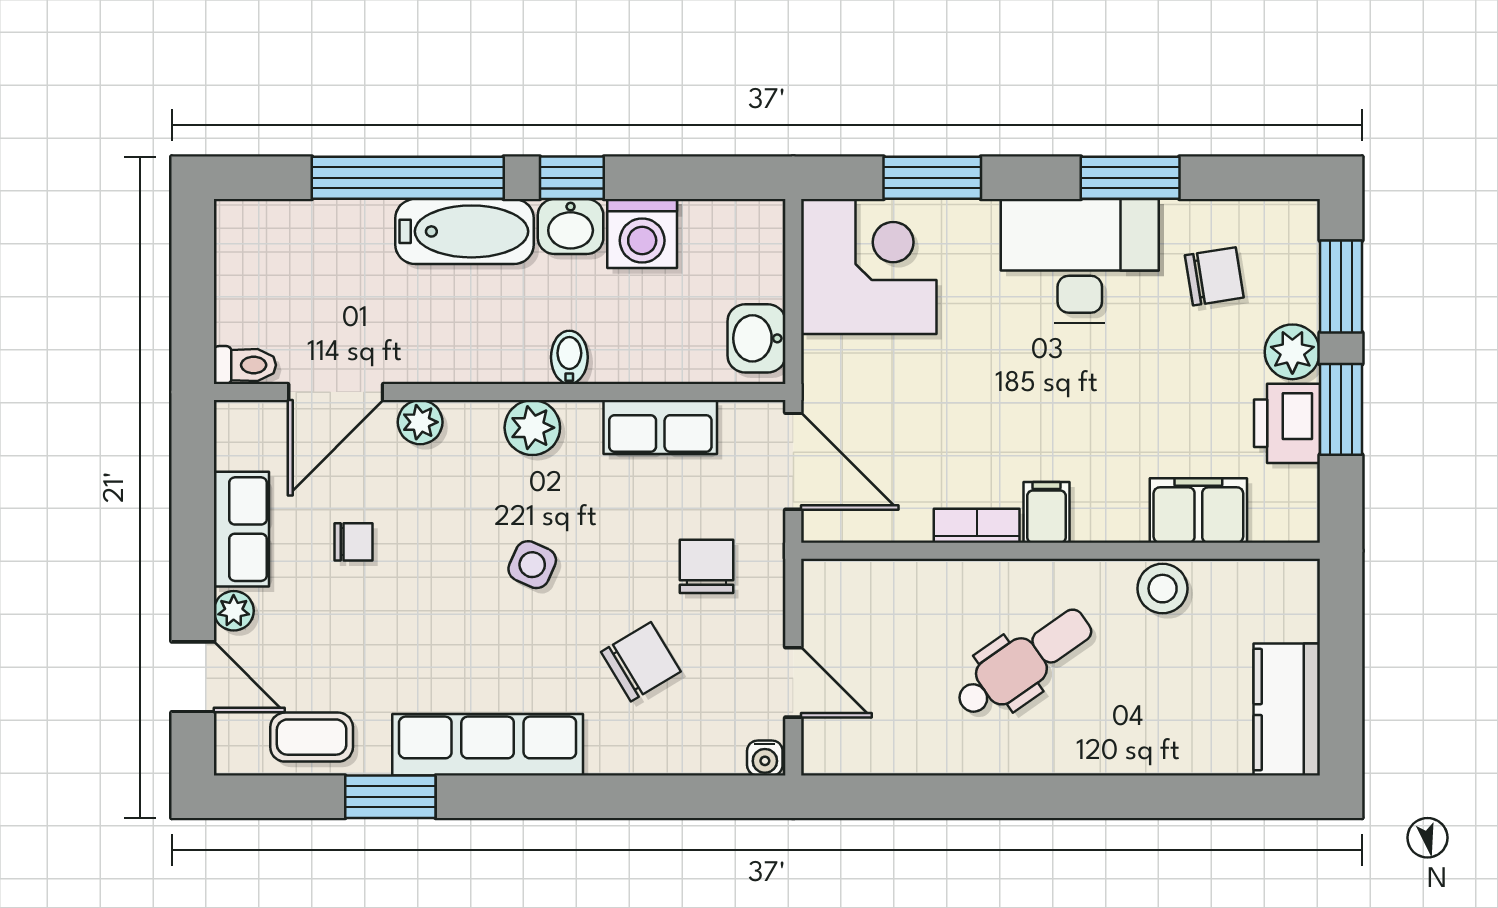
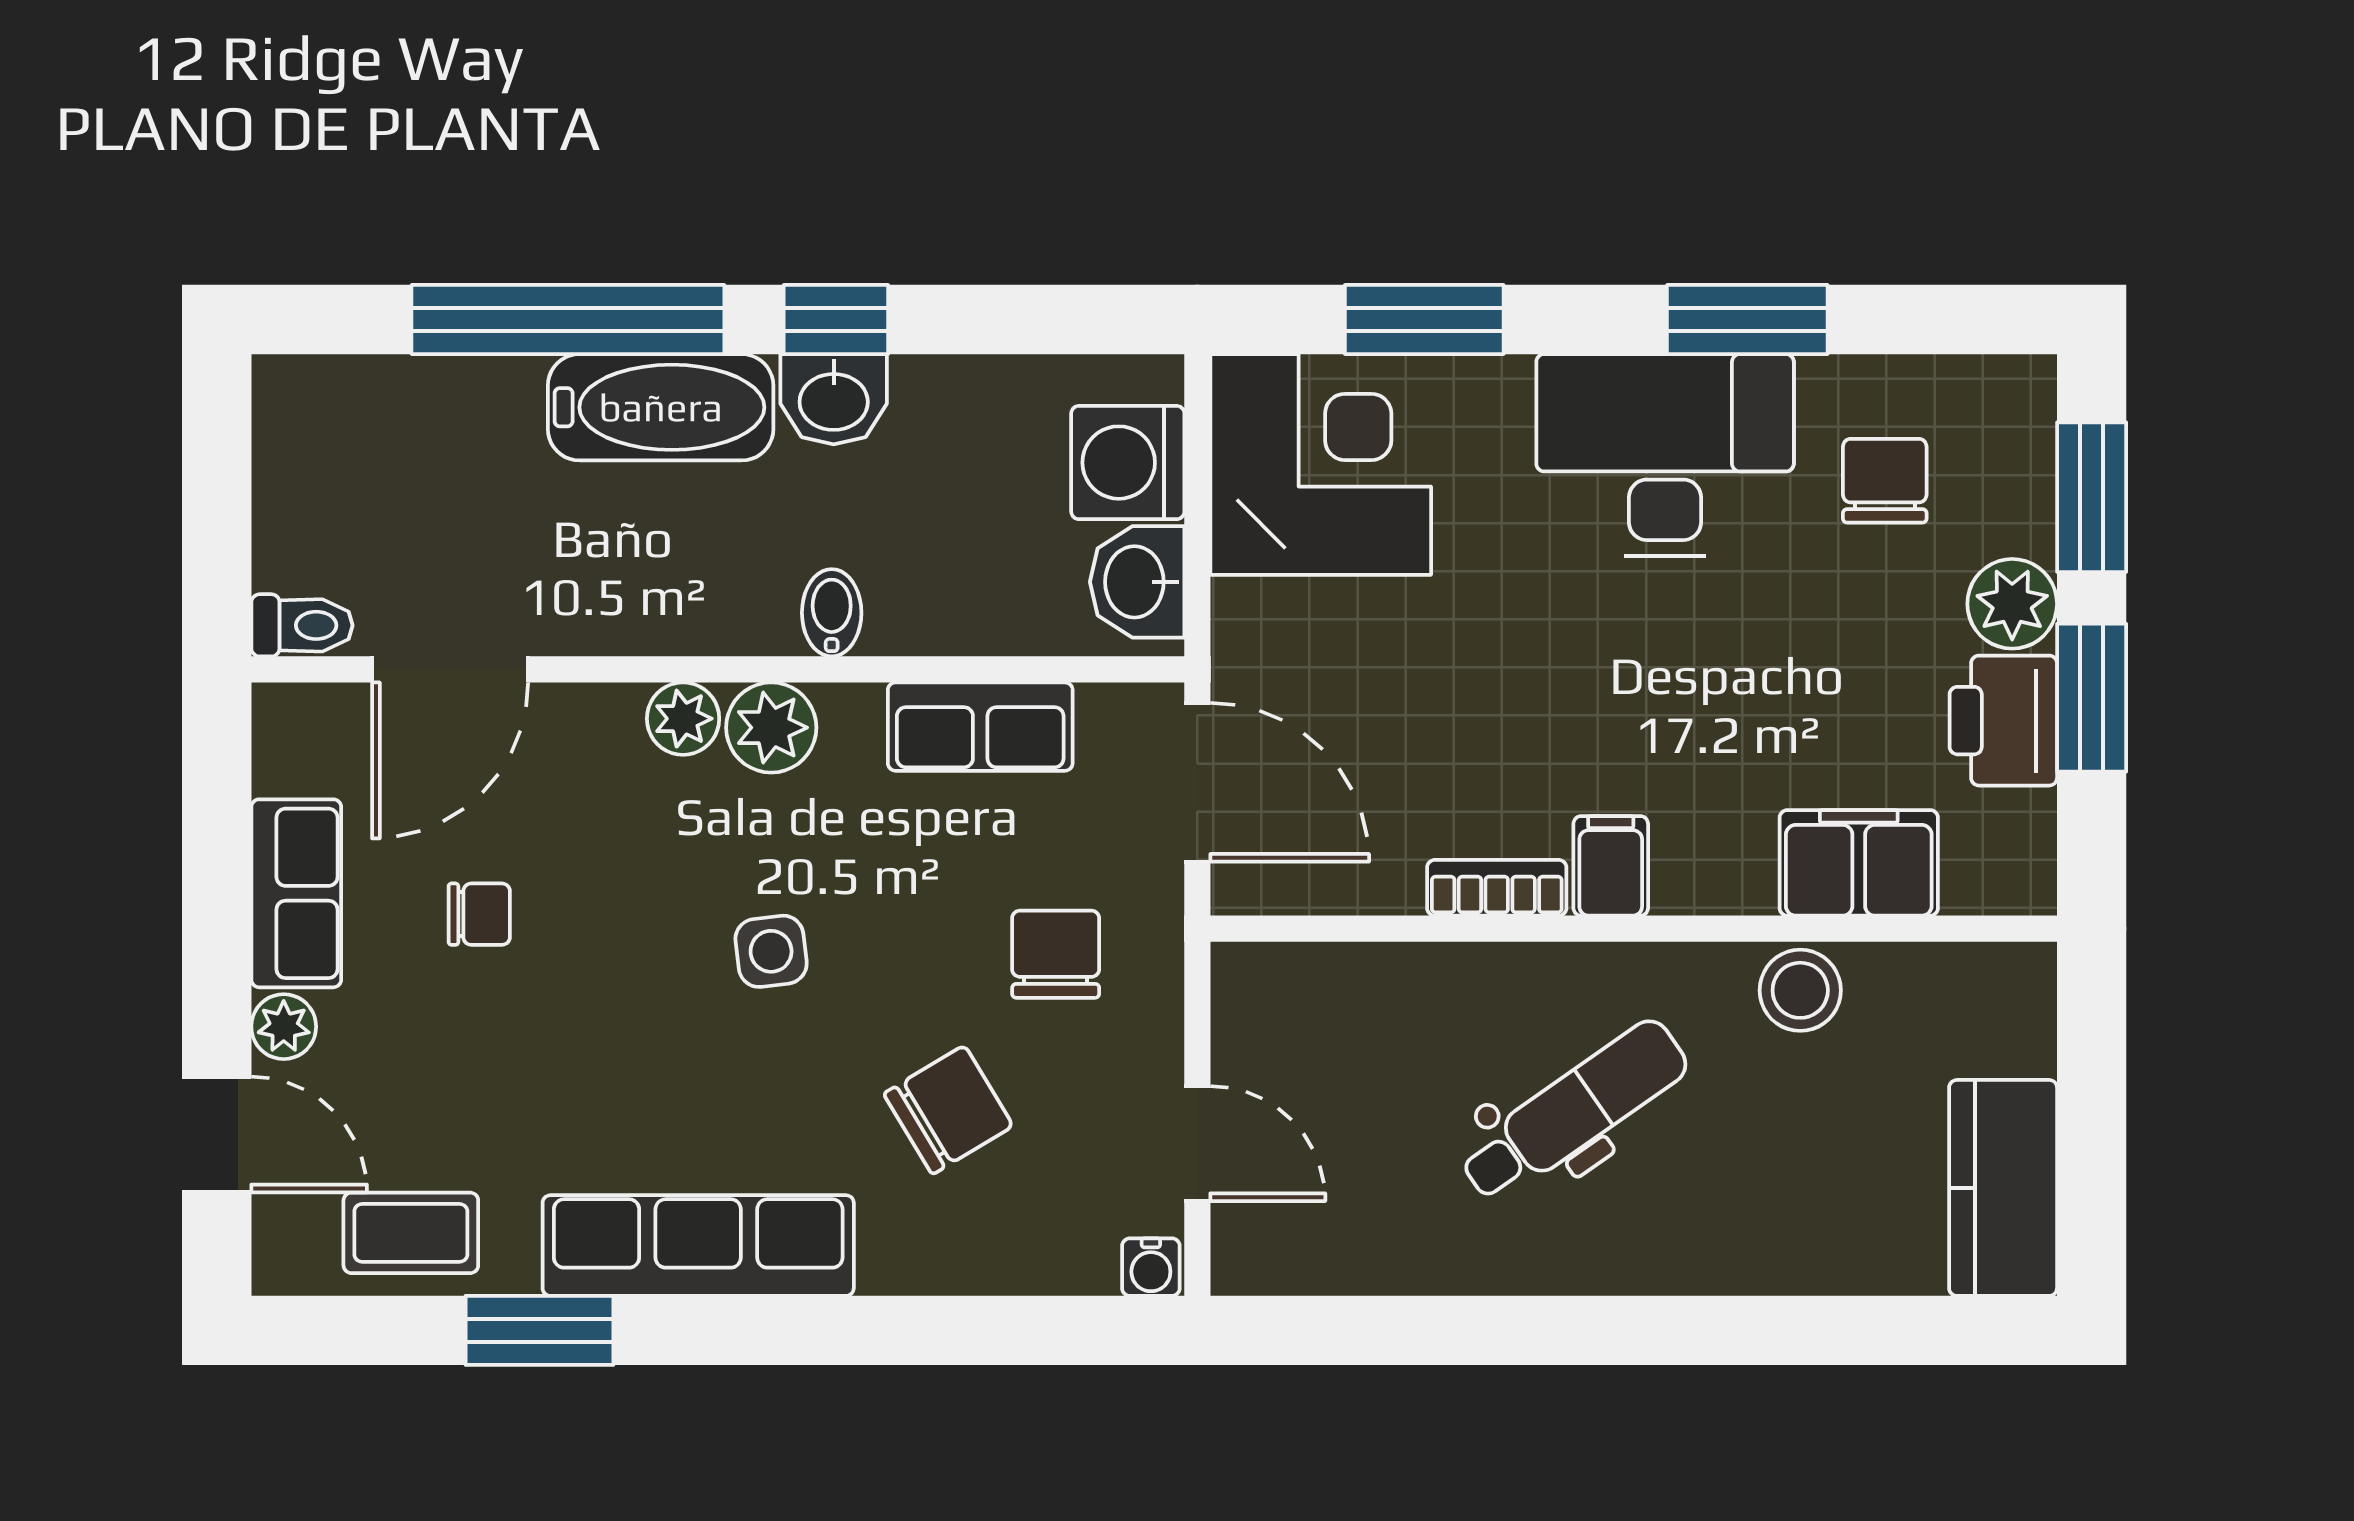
washing machine: (642, 234) -> (1128, 463), moved, turned 90
chair: (1214, 276) -> (1885, 481), turned -81
plant: (420, 422) -> (683, 719), moved
side table: (532, 565) -> (771, 951), turned -31

